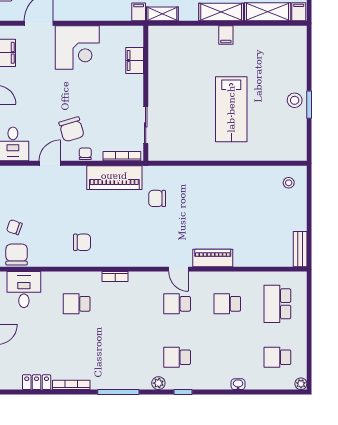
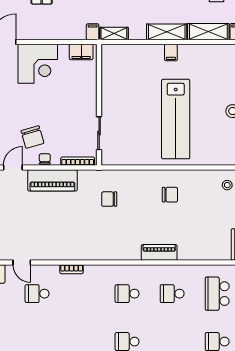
filing cabinet: (135, 61) -> (81, 52), moved, turned -90
lab bench: (231, 109) -> (176, 119), width x1.36
piano: (114, 178) -> (52, 180), moved
chair: (82, 242) -> (170, 195), moved
door: (179, 269) -> (22, 262), moved

